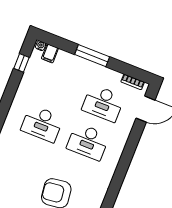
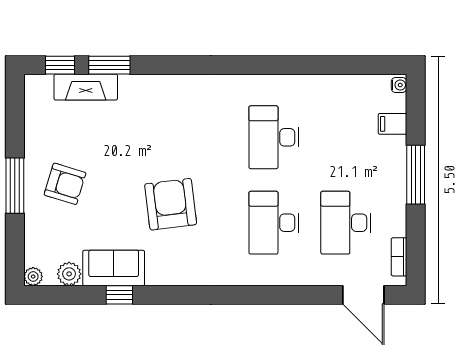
filing cabinet: (50, 53) -> (392, 124), moved
window: (21, 63) -> (359, 65), removed

